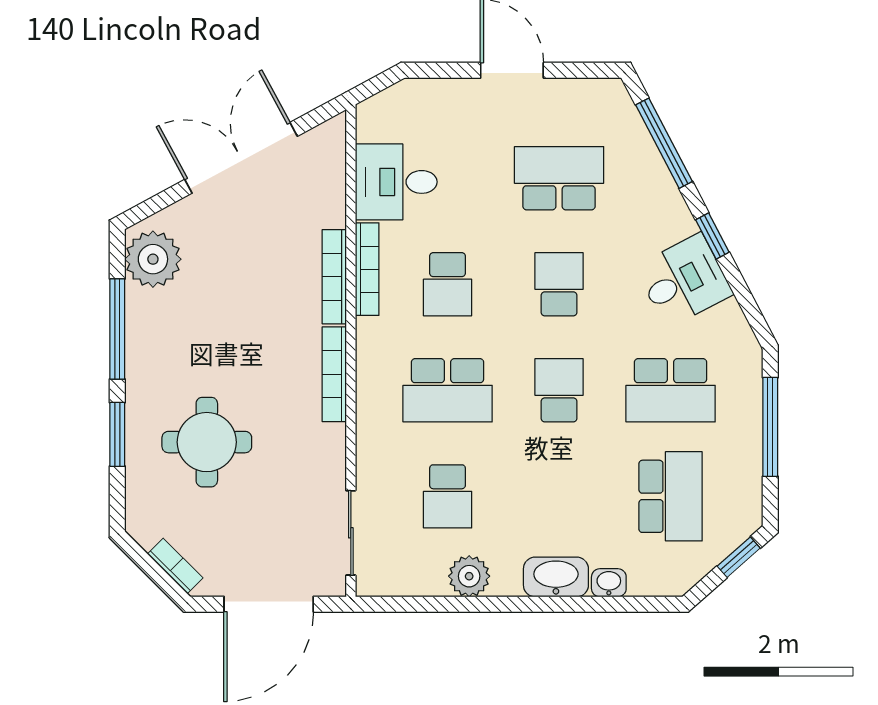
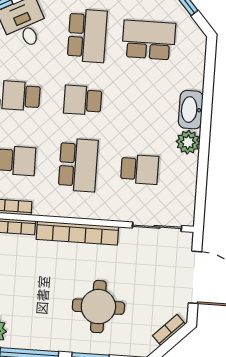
bookcase: (334, 374) -> (77, 233), width x1.48, depth x1.31
plant: (469, 576) -> (188, 142), moved
washbasin: (609, 583) -> (196, 79), removed

